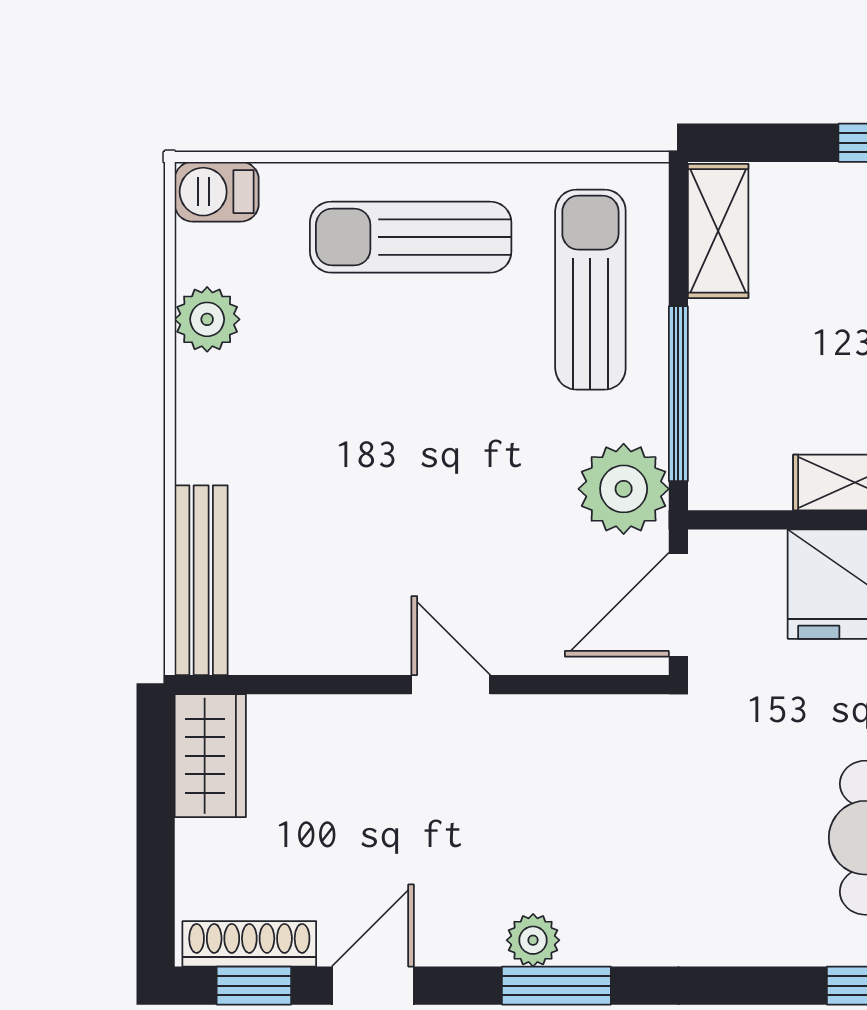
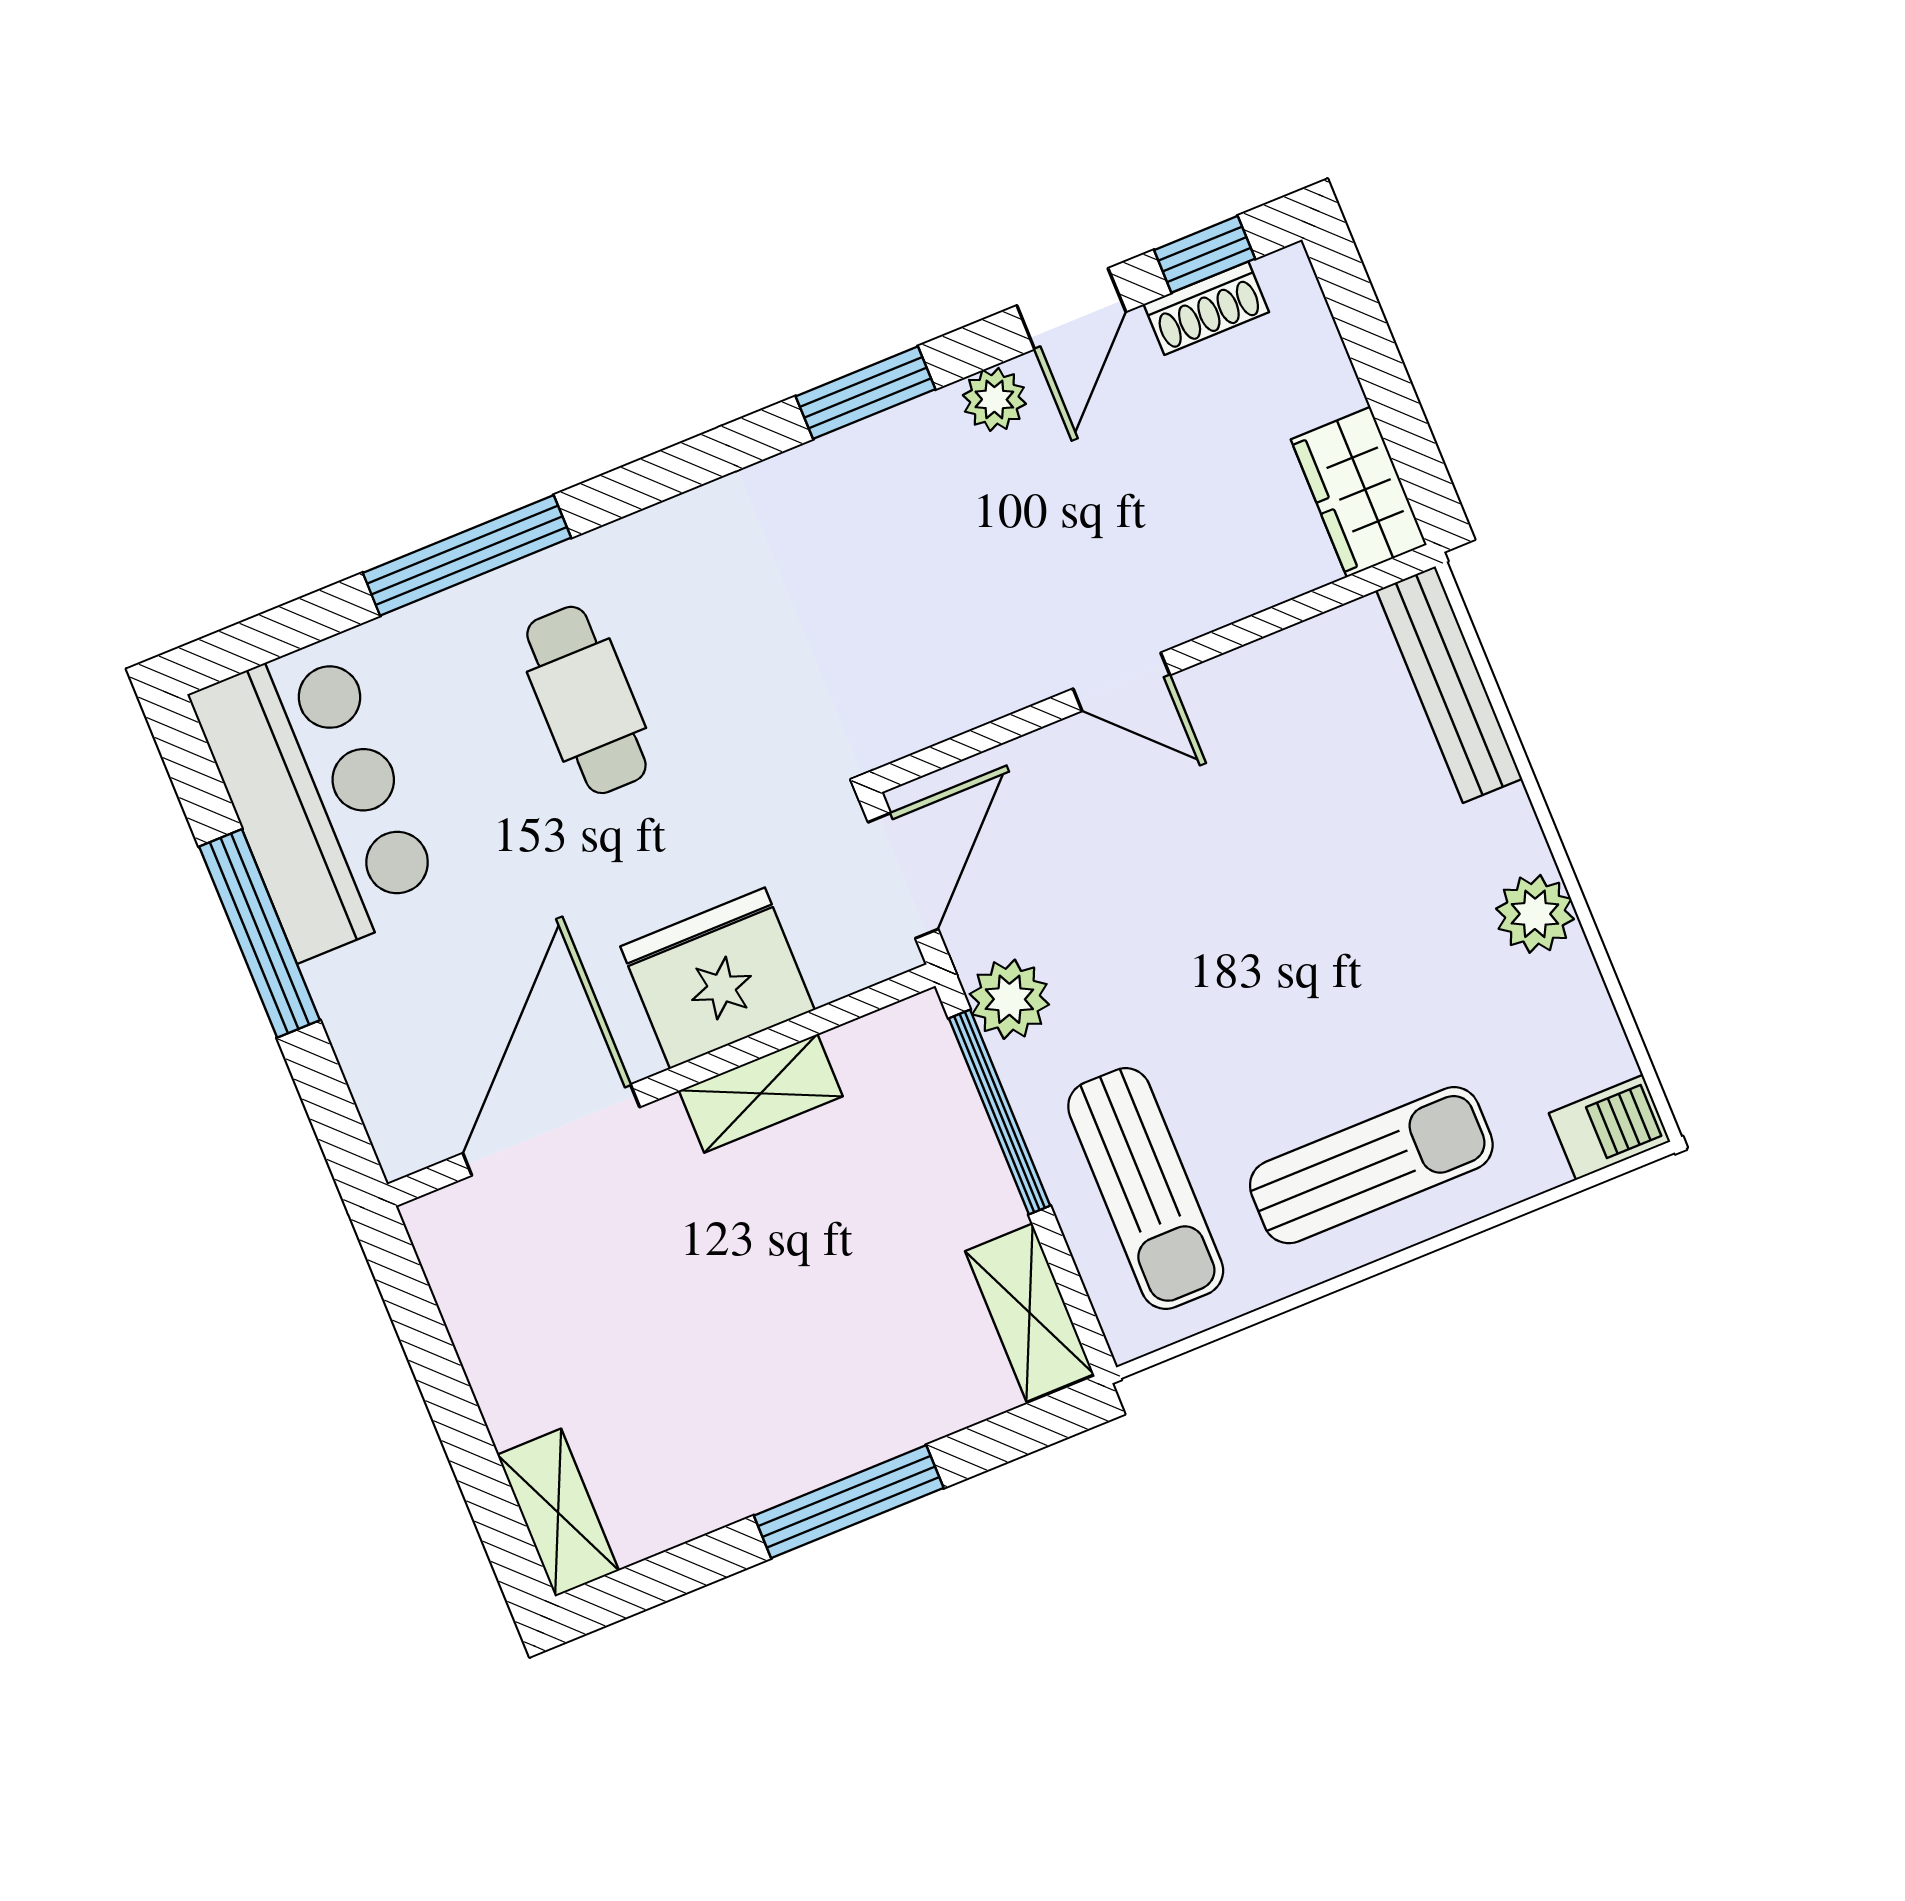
plant: (207, 319) -> (1535, 914), moved
plant: (624, 489) -> (1009, 999), width x0.73, depth x0.73
plant: (533, 940) -> (994, 399), moved
shoe rack: (249, 944) -> (1206, 308), width x0.70

